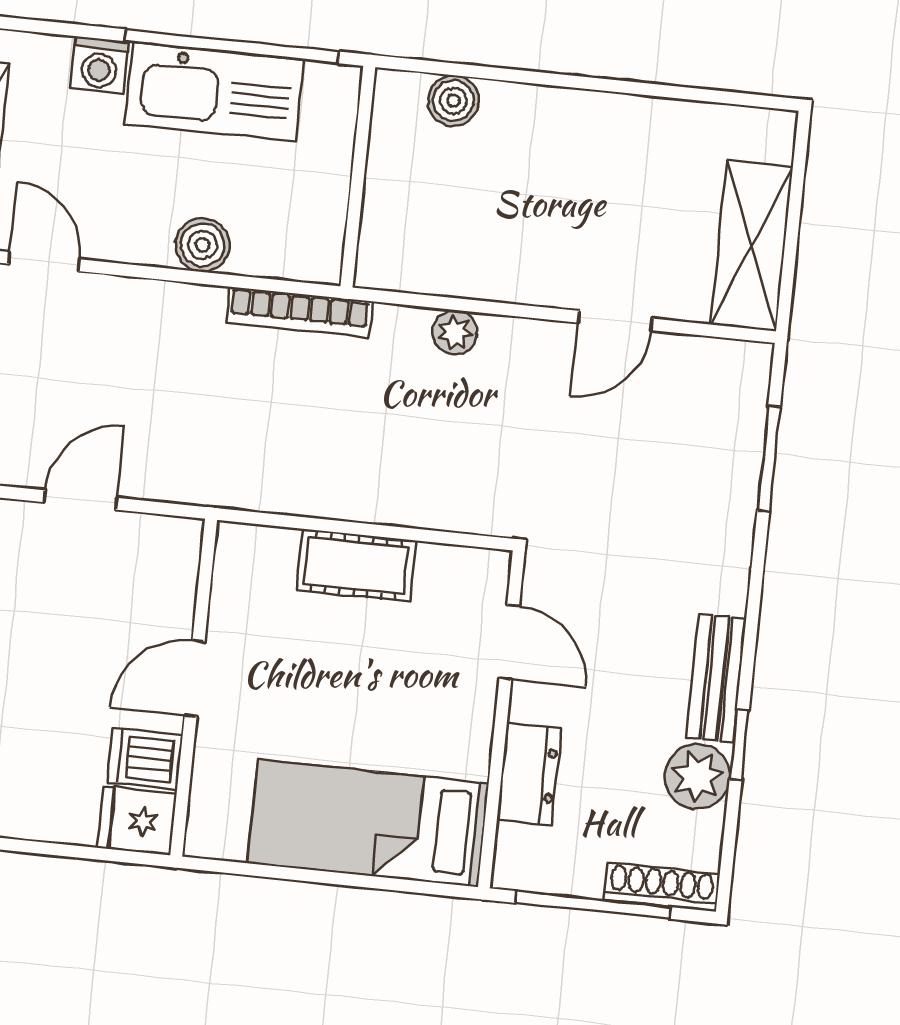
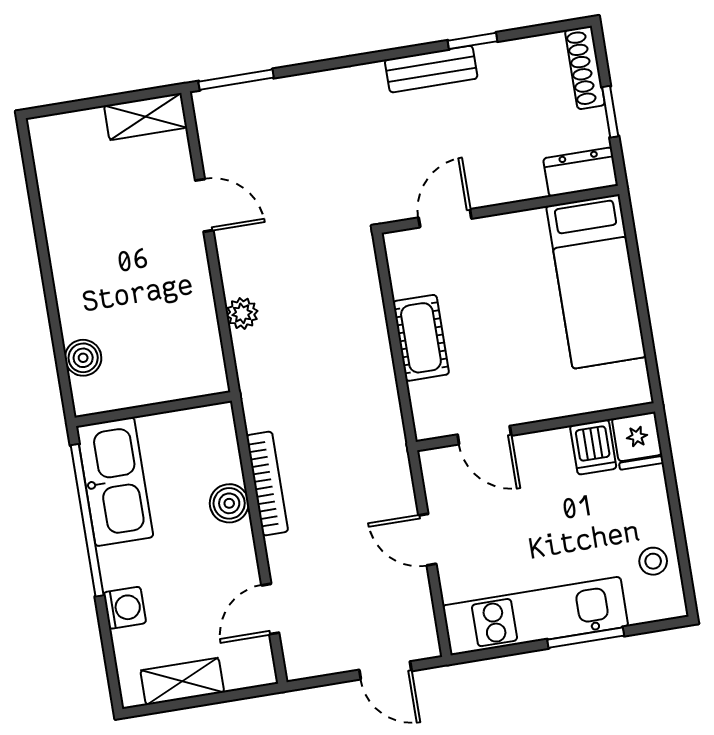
kitchen sink: (214, 92) -> (115, 482), moved
shelving: (752, 246) -> (146, 117), width x0.67, depth x0.75
bookcase: (299, 312) -> (267, 484), moved
window: (769, 459) -> (236, 80), moved
door: (195, 678) -> (484, 435), moved
dresser: (529, 774) -> (581, 172), moved
plant: (697, 776) -> (502, 64), removed
window: (593, 905) -> (610, 112), width x0.46

